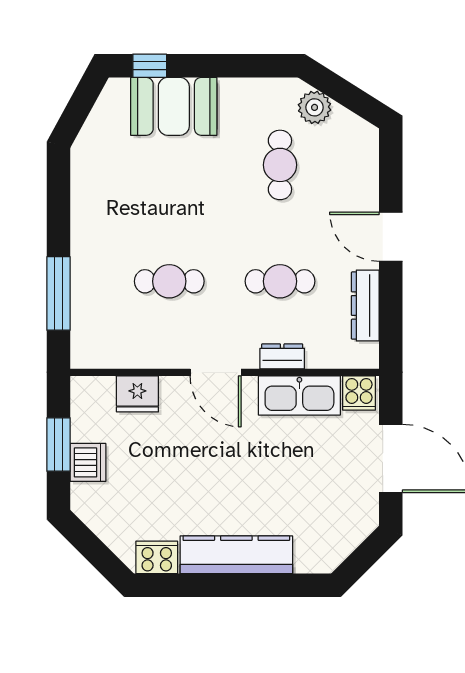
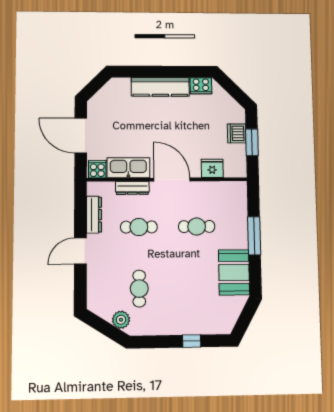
window: (150, 66) -> (192, 341), moved
booth: (174, 106) -> (234, 272), moved, turned 90
door: (391, 237) -> (80, 251), swing flipped
window: (58, 293) -> (254, 236), moved
dresser: (282, 356) -> (132, 188), width x1.44
door: (216, 372) -> (172, 180), width x1.36

